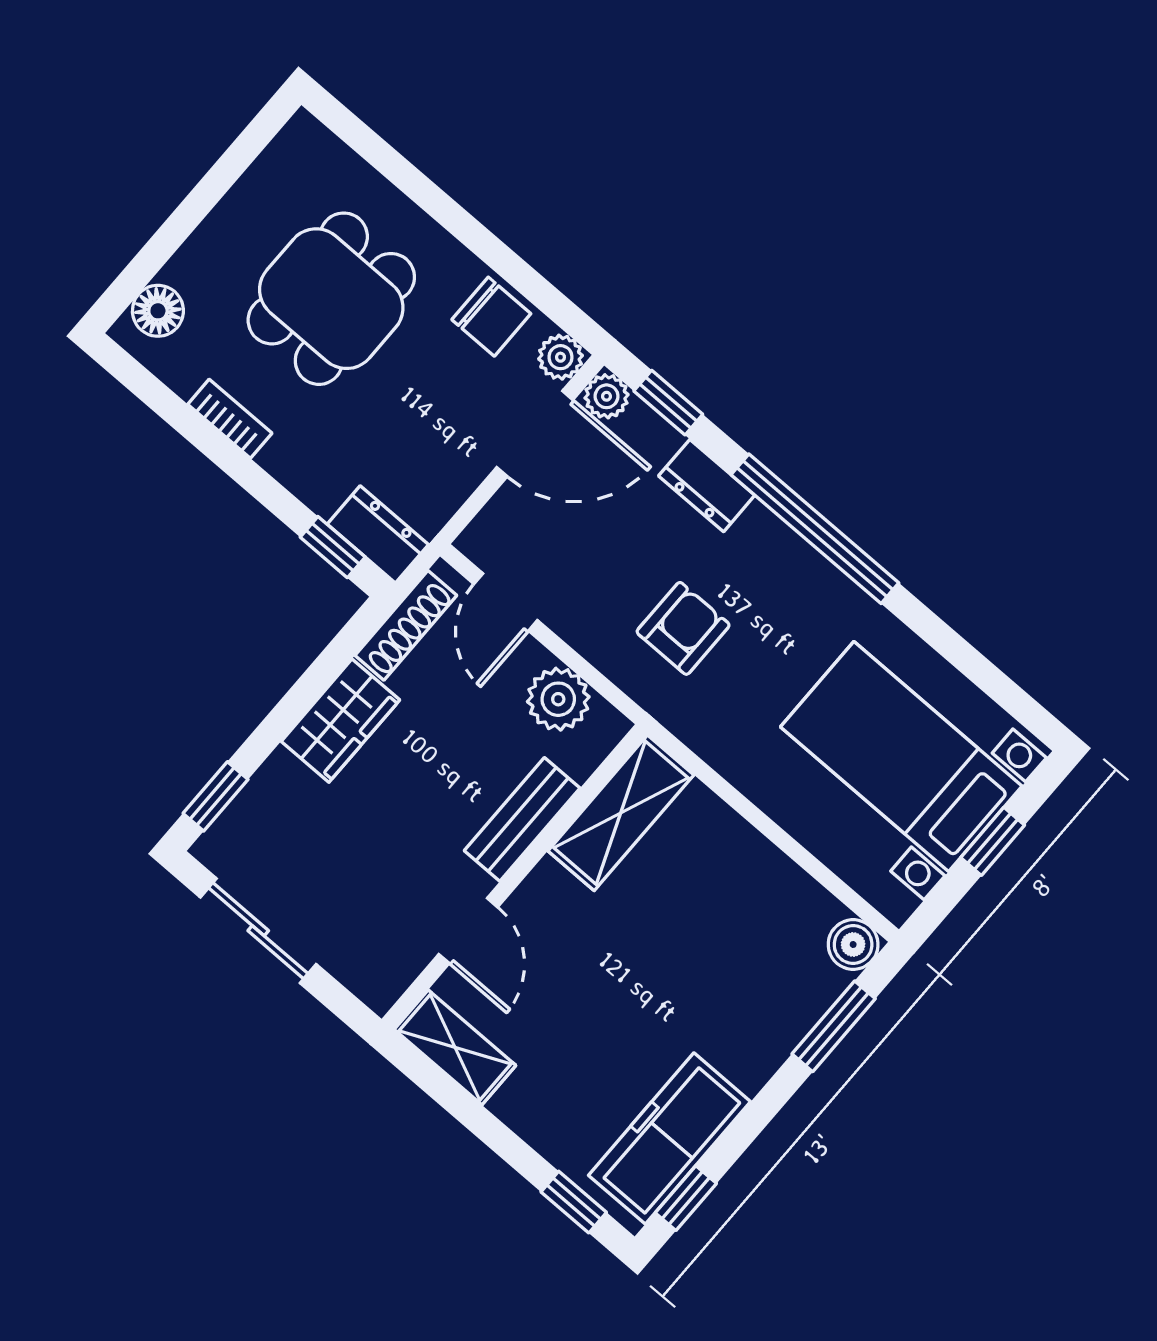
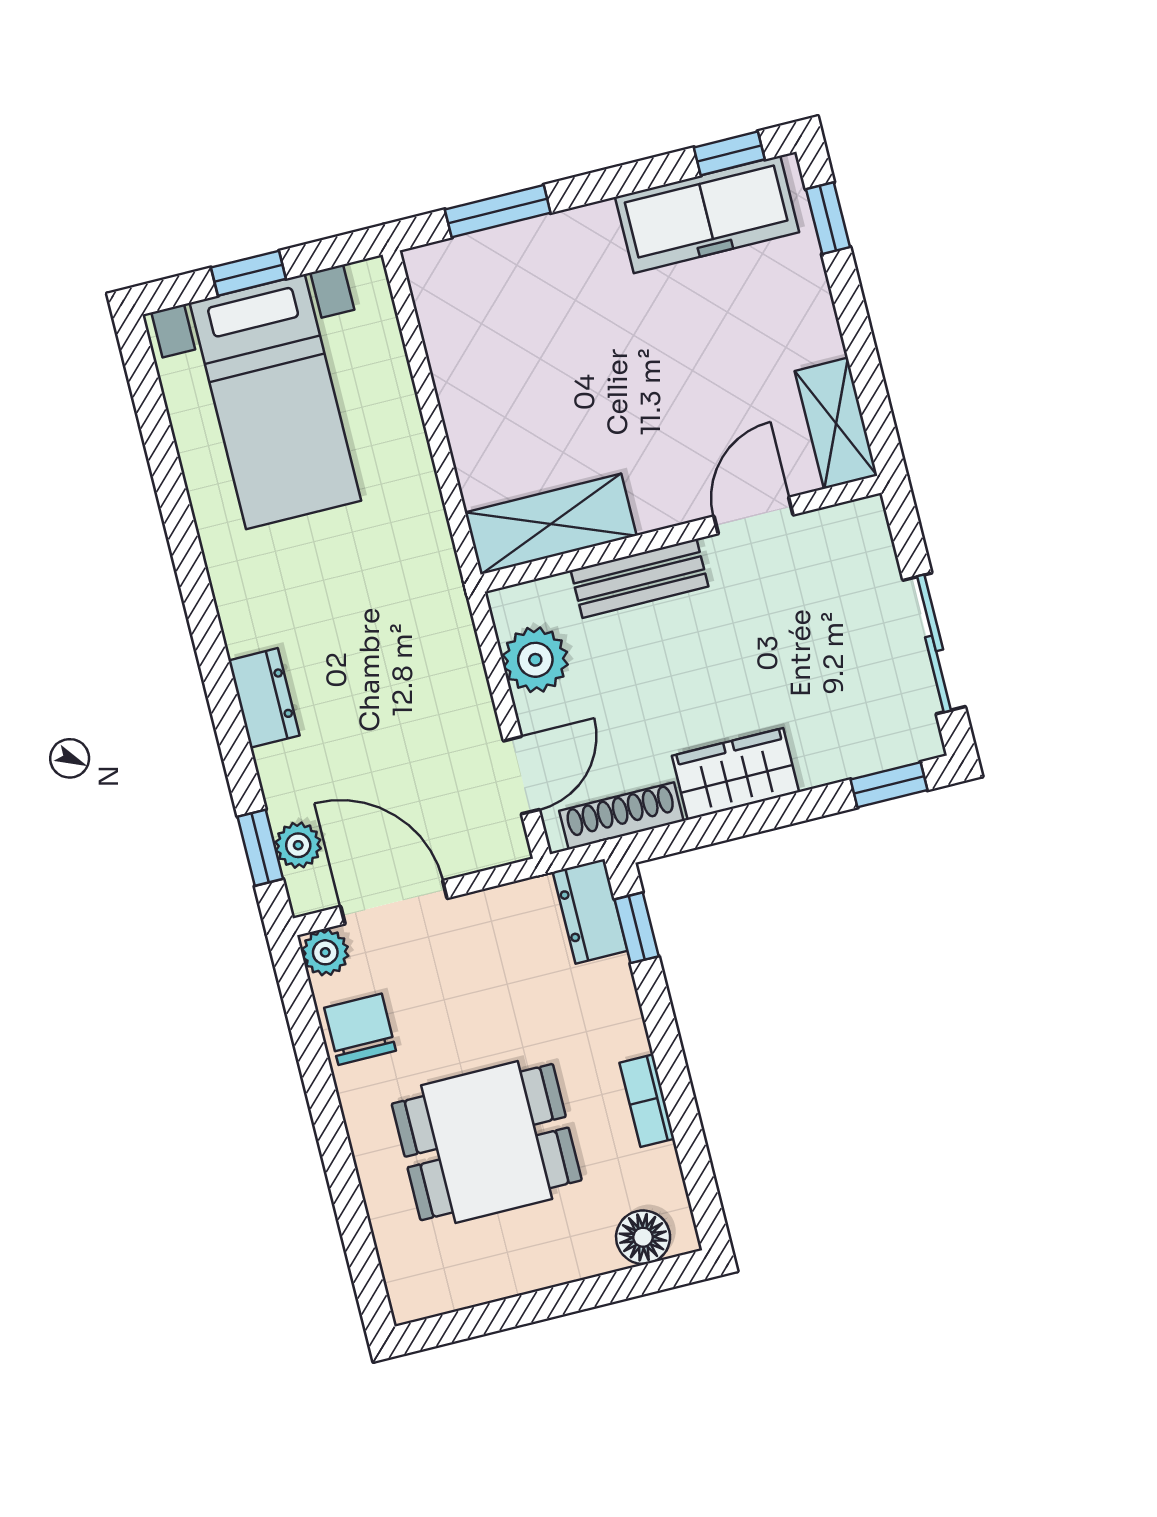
plant: (607, 396) -> (298, 845), moved
dresser: (707, 486) -> (264, 698), moved
window: (815, 529) -> (211, 650), removed
armchair: (683, 628) -> (385, 645), removed
boiler: (853, 945) -> (431, 269), removed

